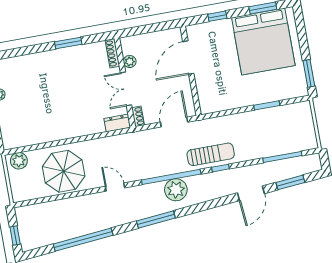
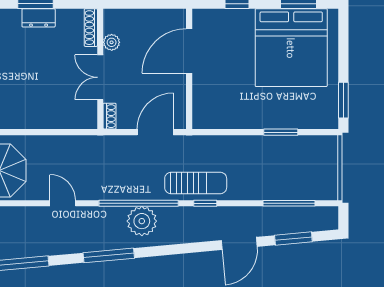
dresser: (117, 123) -> (39, 18), moved, turned 180

